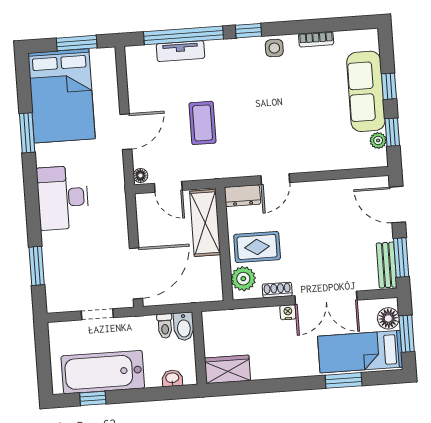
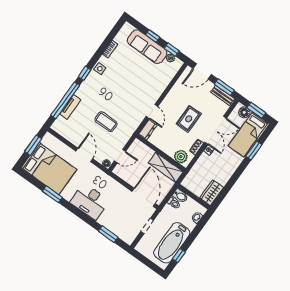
shelving: (205, 223) -> (166, 167), moved
rug: (257, 247) -> (189, 119), moved

